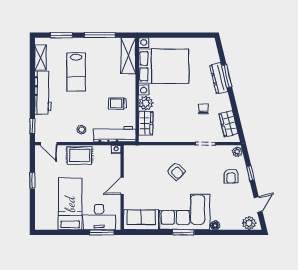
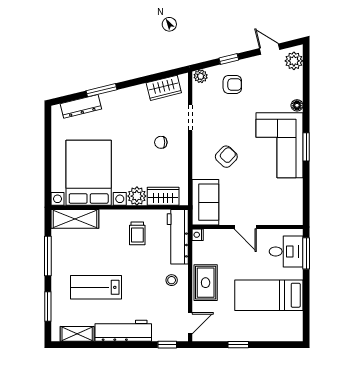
lab bench: (76, 72) -> (96, 287), turned 180
dresser: (219, 78) -> (81, 106), moved
chair: (203, 109) -> (161, 142), moved
desk: (99, 217) -> (286, 251), width x0.73
sofa: (141, 220) -> (205, 202), moved, turned 180

